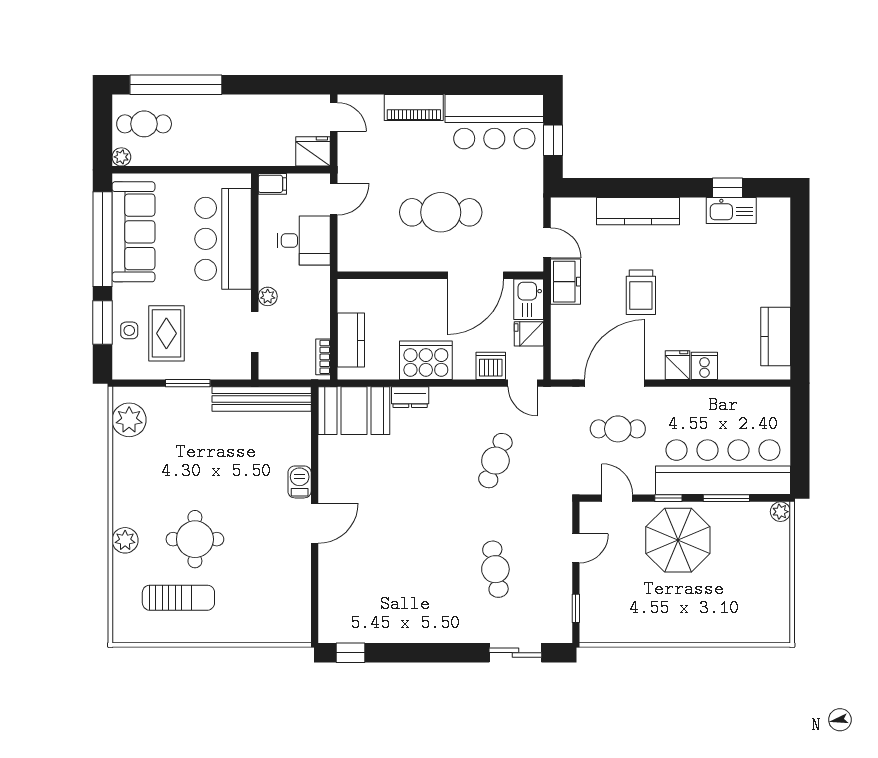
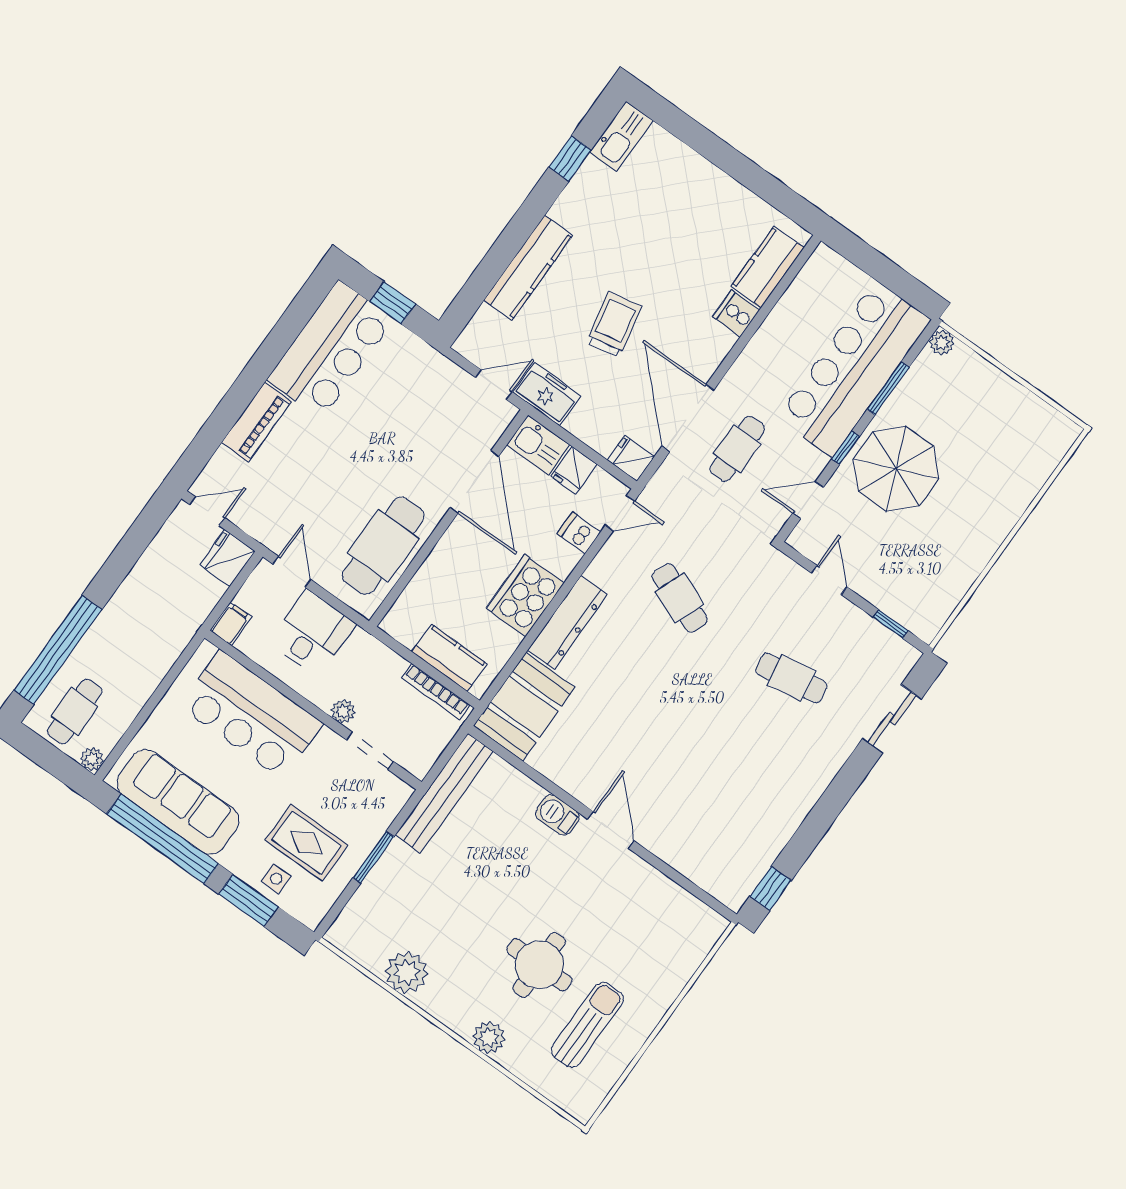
kitchen sink: (731, 211) -> (621, 136), moved
cafe table: (441, 212) -> (383, 546), moved
trolley: (641, 292) -> (614, 324), turned -102
kitchen counter: (776, 336) -> (768, 267), moved, turned 90
bookcase: (323, 357) -> (436, 691), width x1.56
fridge: (677, 365) -> (631, 458), moved
dishwasher: (491, 366) -> (579, 533), width x0.73
dresser: (410, 397) -> (567, 622), width x1.96, depth x1.24
plant: (129, 420) -> (407, 972), moved

